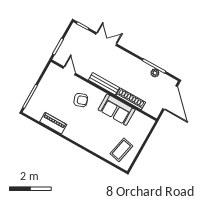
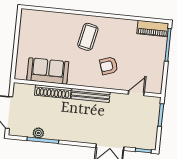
door: (69, 71) -> (136, 93), swing flipped
sofa: (117, 110) -> (48, 71), moved
piano: (53, 123) -> (153, 29), moved
coffee table: (121, 150) -> (88, 37), moved

